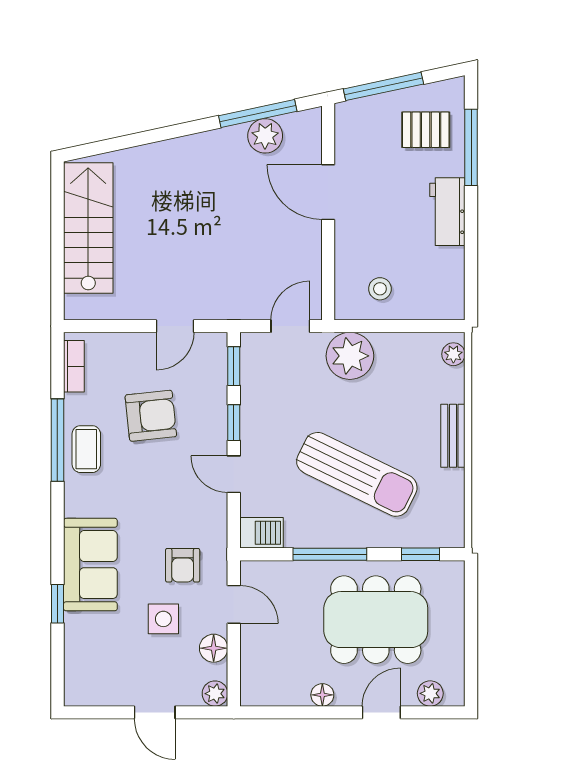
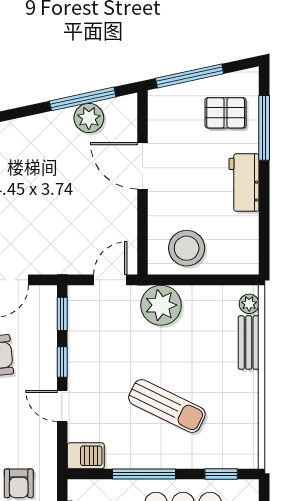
stool: (380, 289) -> (187, 248), width x1.89, depth x1.89
bench: (453, 436) -> (249, 343), moved
sun lounger: (357, 474) -> (167, 406), width x0.73, depth x0.75

